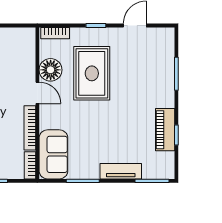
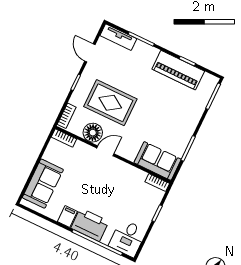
bookcase: (30, 128) -> (64, 138), moved, width x0.64
piano: (165, 130) -> (178, 70), width x1.37, depth x1.33
tv unit: (121, 171) -> (118, 37), moved, turned -90

